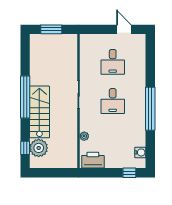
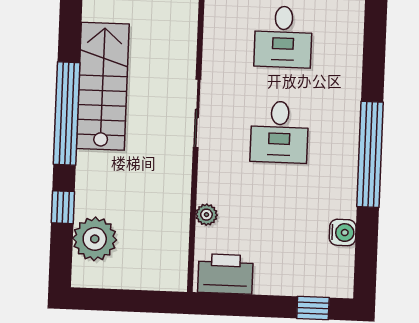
stairs: (39, 112) -> (103, 86), moved
window: (25, 148) -> (63, 207), moved
water cooler: (140, 152) -> (343, 232), moved

